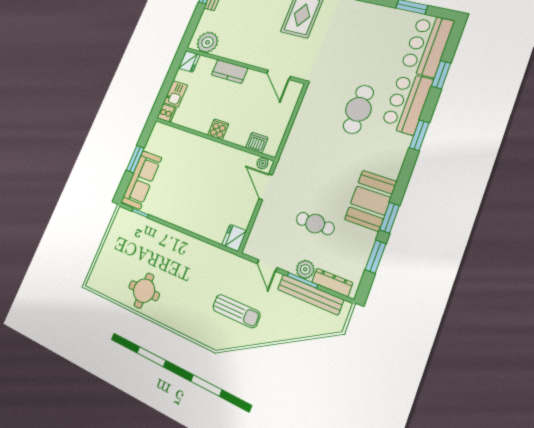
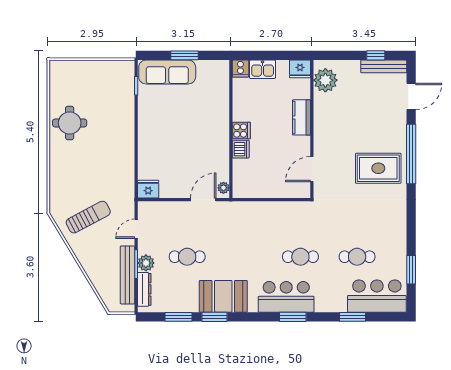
cafe table: (379, 55) -> (357, 257), added
bar counter: (407, 103) -> (286, 297), moved
cafe table: (358, 109) -> (300, 257), width x0.73, depth x0.74
dishwasher: (257, 143) -> (241, 149), moved
cafe table: (315, 224) -> (187, 257), turned 90
sun lounger: (236, 311) -> (88, 217), turned -118

